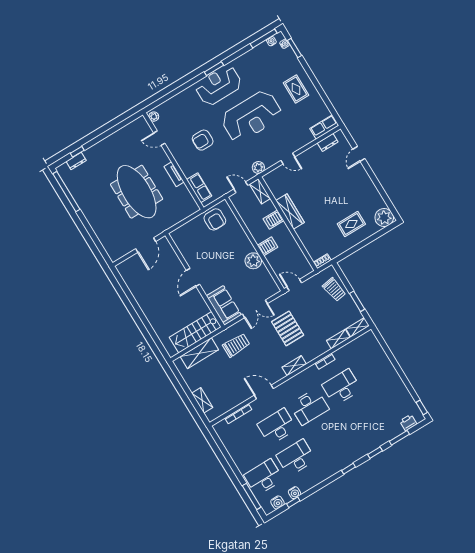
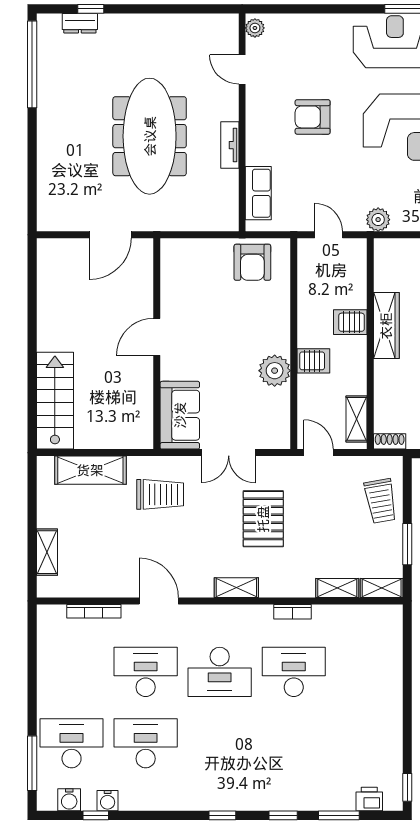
shelving: (260, 191) -> (356, 419), moved
stairs: (195, 332) -> (55, 401), moved, turned 90

